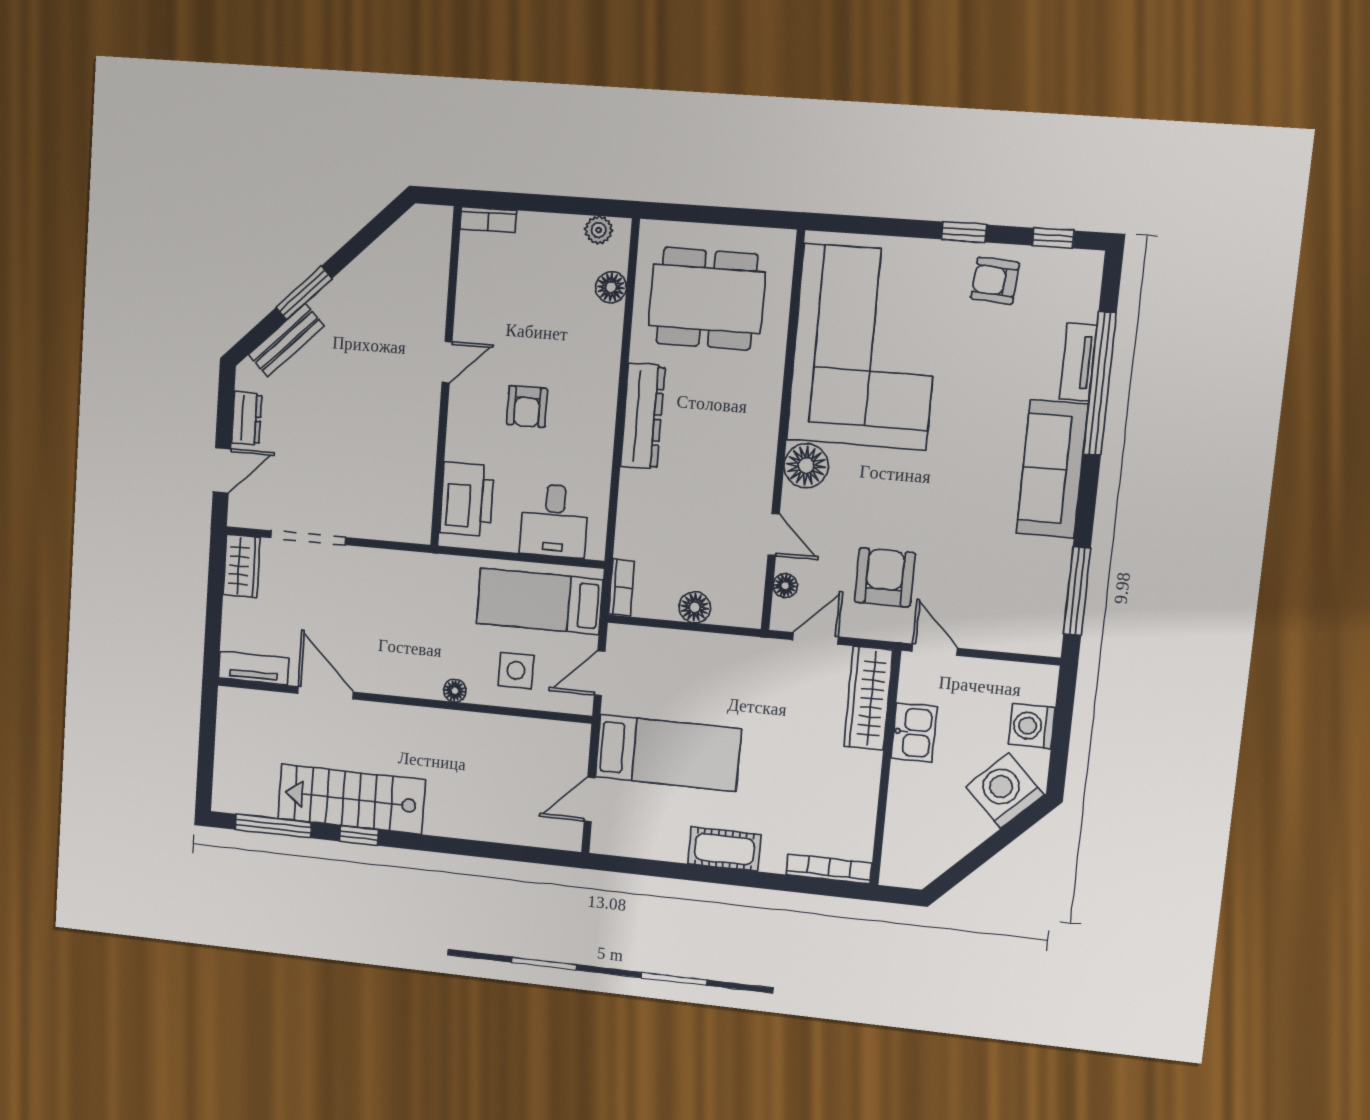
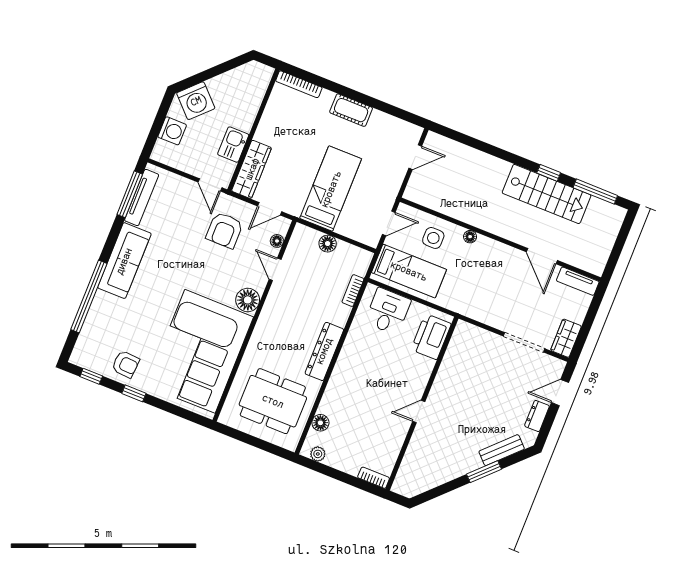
tv unit: (1078, 362) -> (142, 198), moved, width x1.41
armchair: (527, 407) -> (384, 375), removed
bookcase: (622, 587) -> (353, 291), moved
bed: (668, 753) -> (331, 189), moved, turned 90

